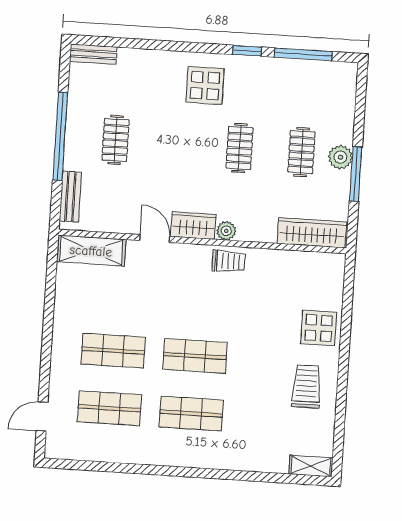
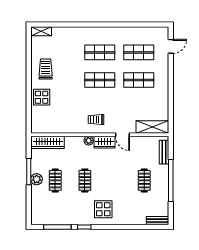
trolley: (229, 261) -> (96, 119), moved
trolley: (306, 386) -> (46, 69), turned 180

